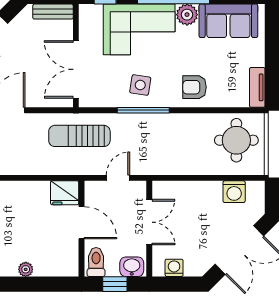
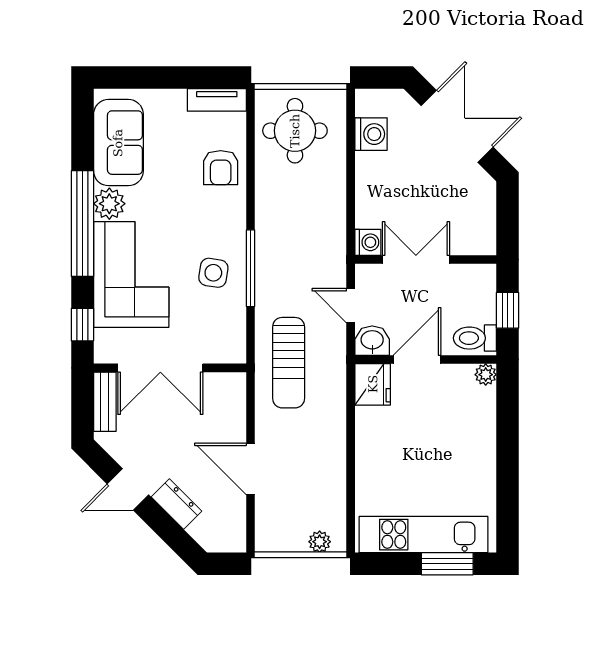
double door: (76, 69) -> (160, 368), moved
armchair: (195, 87) -> (221, 168), moved
washbasin: (132, 267) -> (372, 341), moved, turned 90
washing machine: (174, 268) -> (368, 242), moved, turned 180
plant: (26, 269) -> (486, 375), moved

